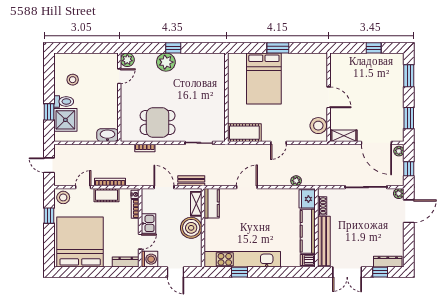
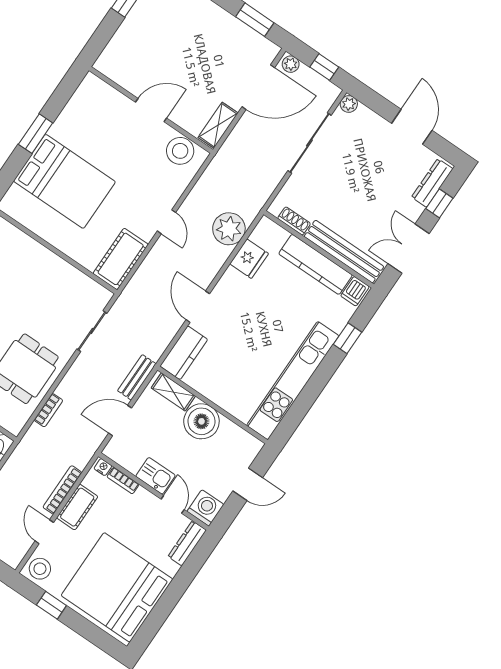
plant: (296, 181) -> (229, 229), width x1.88, depth x1.88
fridge: (307, 199) -> (249, 259), moved, turned -90
kitchen counter: (212, 203) -> (184, 353), moved, turned 90
door: (409, 211) -> (412, 127), moved
window: (240, 272) -> (347, 338), moved
double door: (347, 272) -> (409, 249), swing flipped

